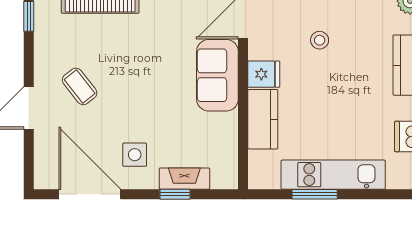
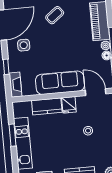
sofa: (217, 75) -> (60, 83), width x1.36
fireplace: (184, 179) -> (16, 85), moved

